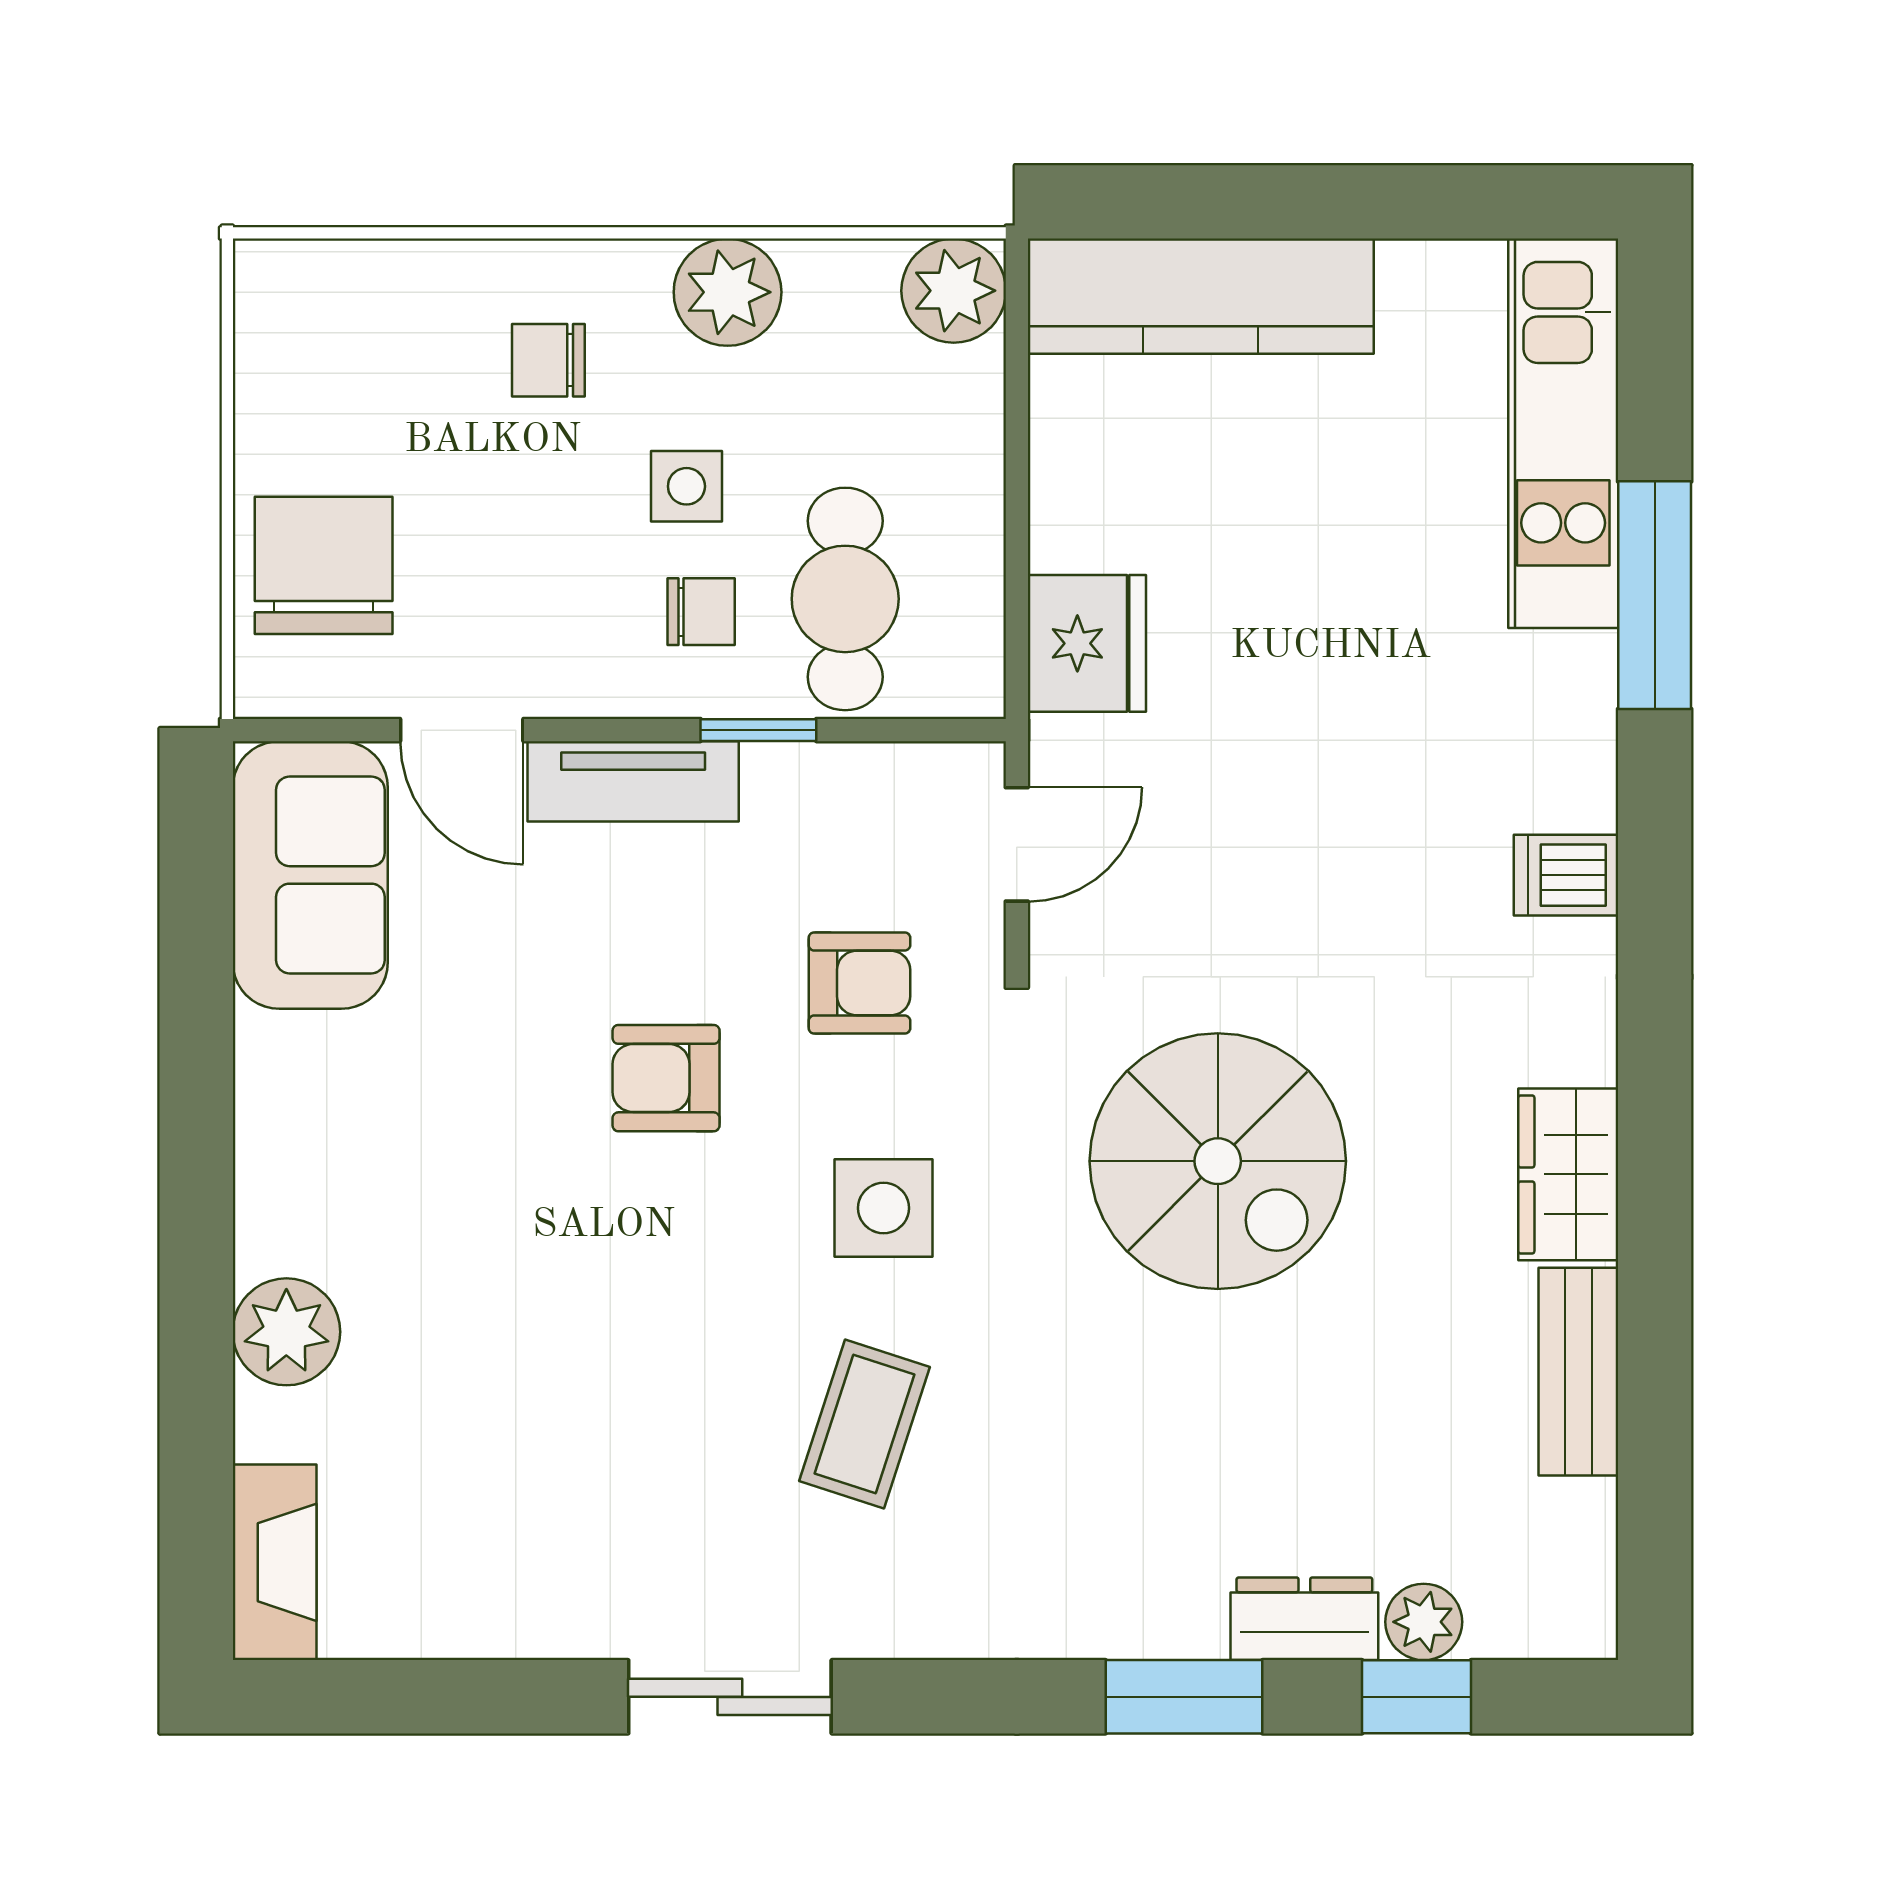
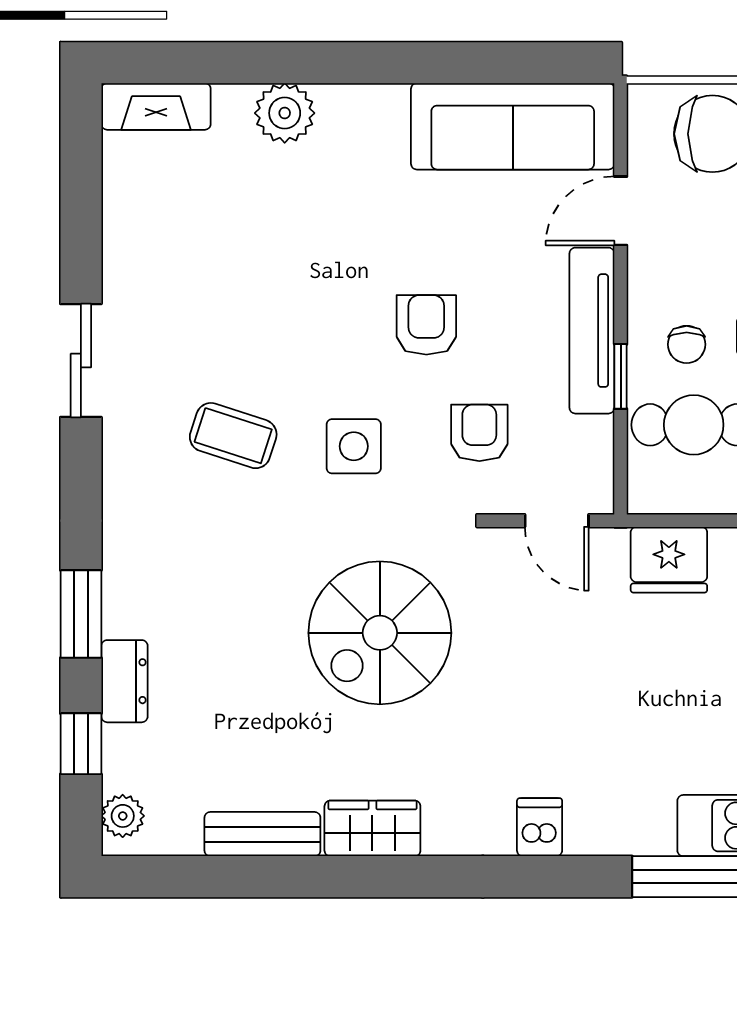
tv unit: (633, 781) -> (592, 331), width x1.41
sofa: (310, 875) -> (513, 126), width x1.36
armchair: (859, 983) -> (479, 433), turned 180
plant: (1424, 1622) -> (123, 816), moved

